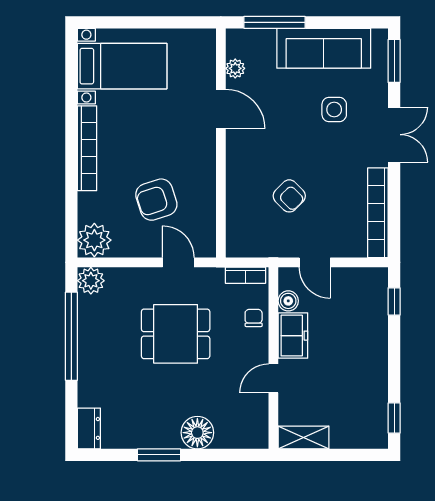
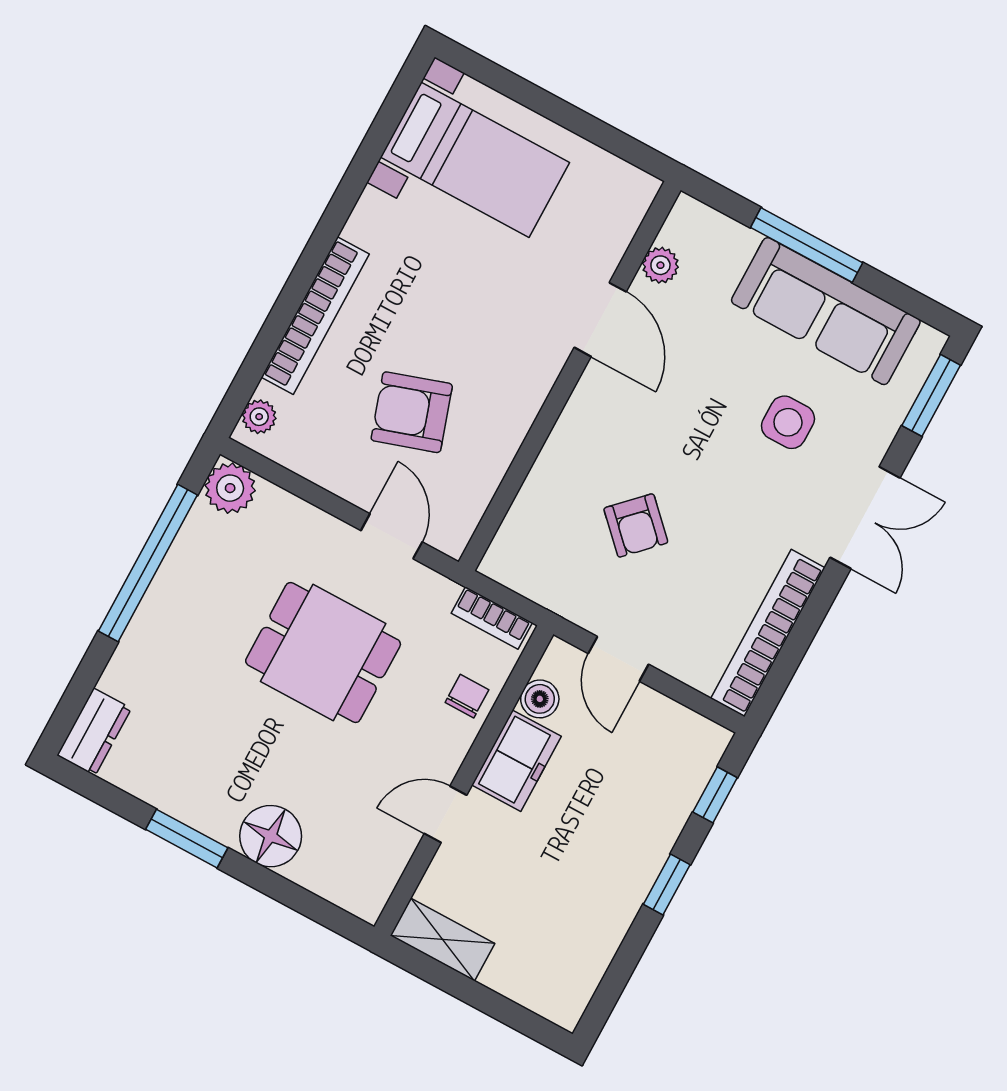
window: (275, 22) -> (807, 245), moved
bookcase: (87, 148) -> (315, 316), moved
plant: (94, 240) -> (259, 417), width x0.53, depth x0.53
window: (394, 418) -> (667, 884), moved

